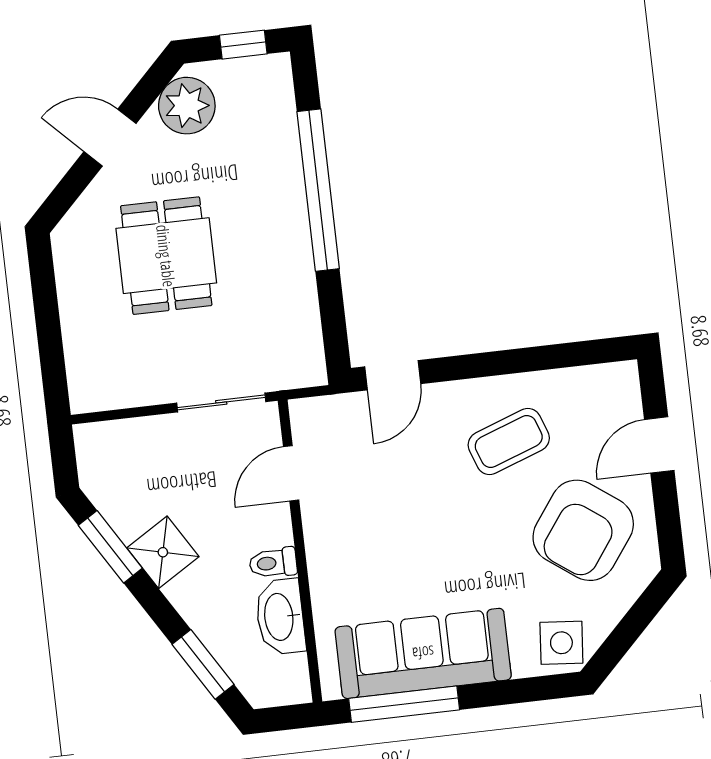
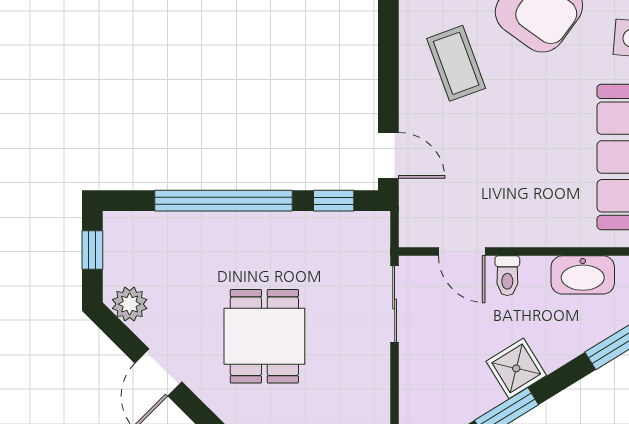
plant: (187, 106) -> (130, 304), width x0.73, depth x0.73
dining table: (166, 256) -> (264, 336), turned 90
window: (333, 318) -> (334, 201), added
toilet: (273, 563) -> (507, 276), moved

